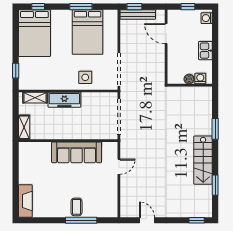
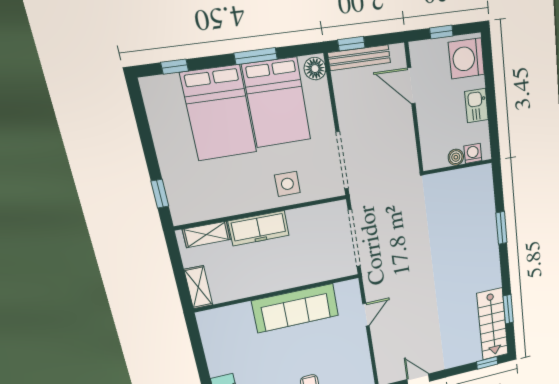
floor lamp: (112, 17) -> (315, 69), added
washing machine: (207, 18) -> (466, 59), width x1.89, depth x1.89
bed: (34, 33) -> (219, 113), moved
stairs: (203, 160) -> (493, 324), moved

